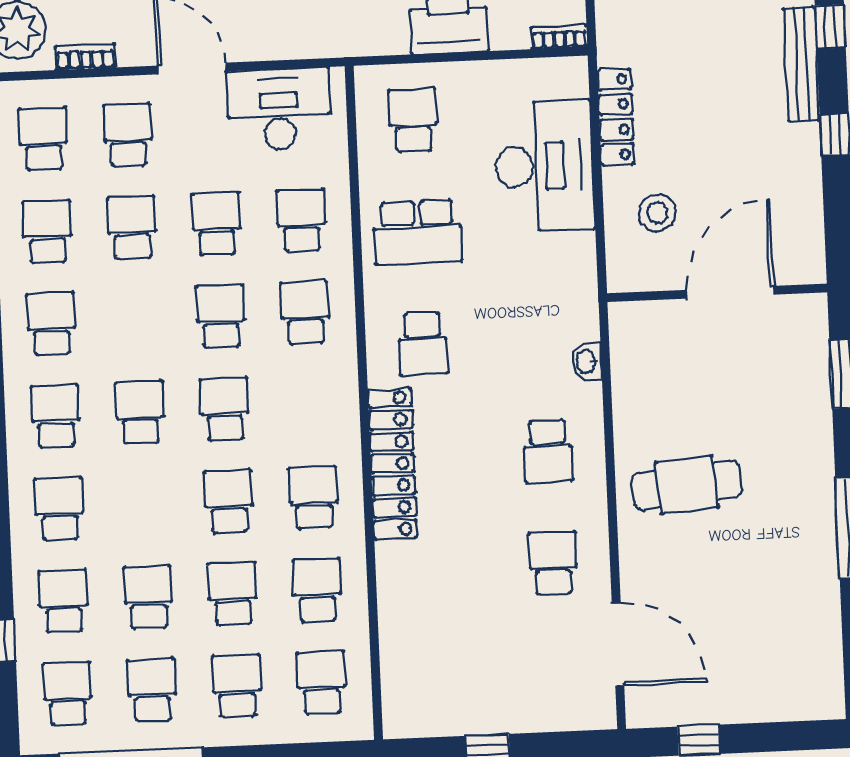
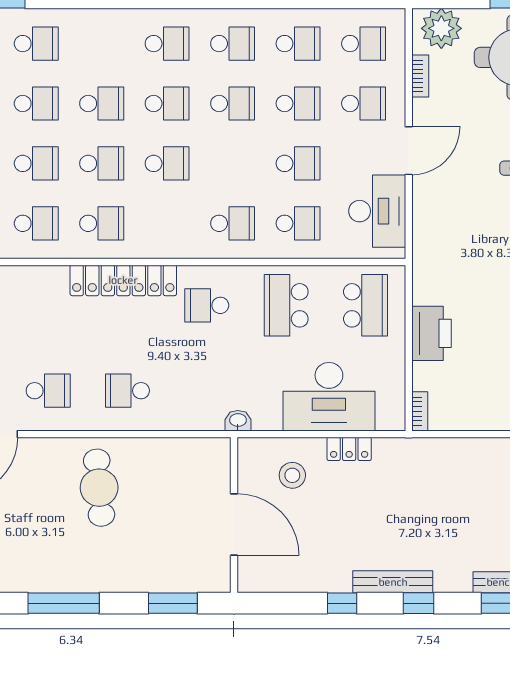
locker: (616, 117) -> (349, 449), width x0.66
school desk: (413, 120) -> (365, 305), width x1.85
school desk: (221, 316) -> (233, 103), moved
washbasin: (587, 362) -> (238, 421), moved
school desk: (59, 509) -> (102, 103), moved

